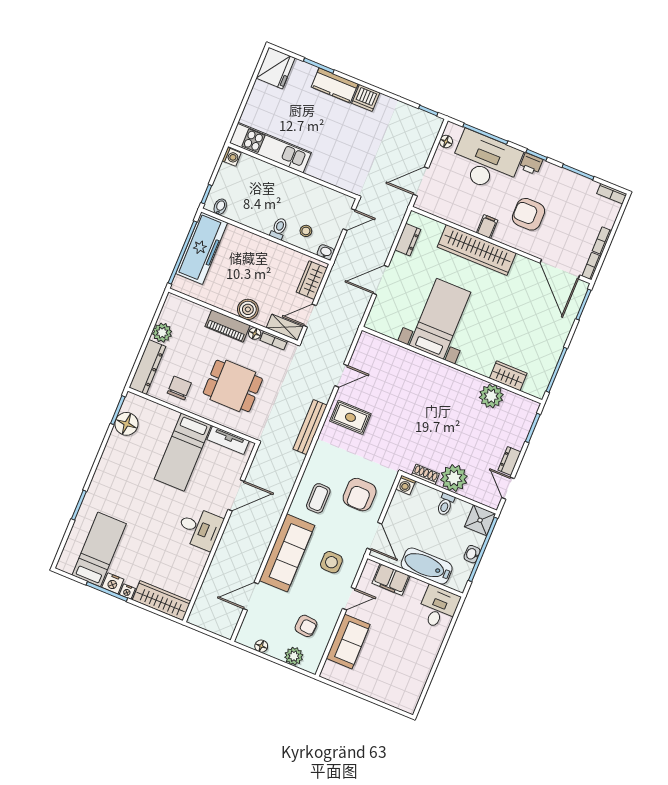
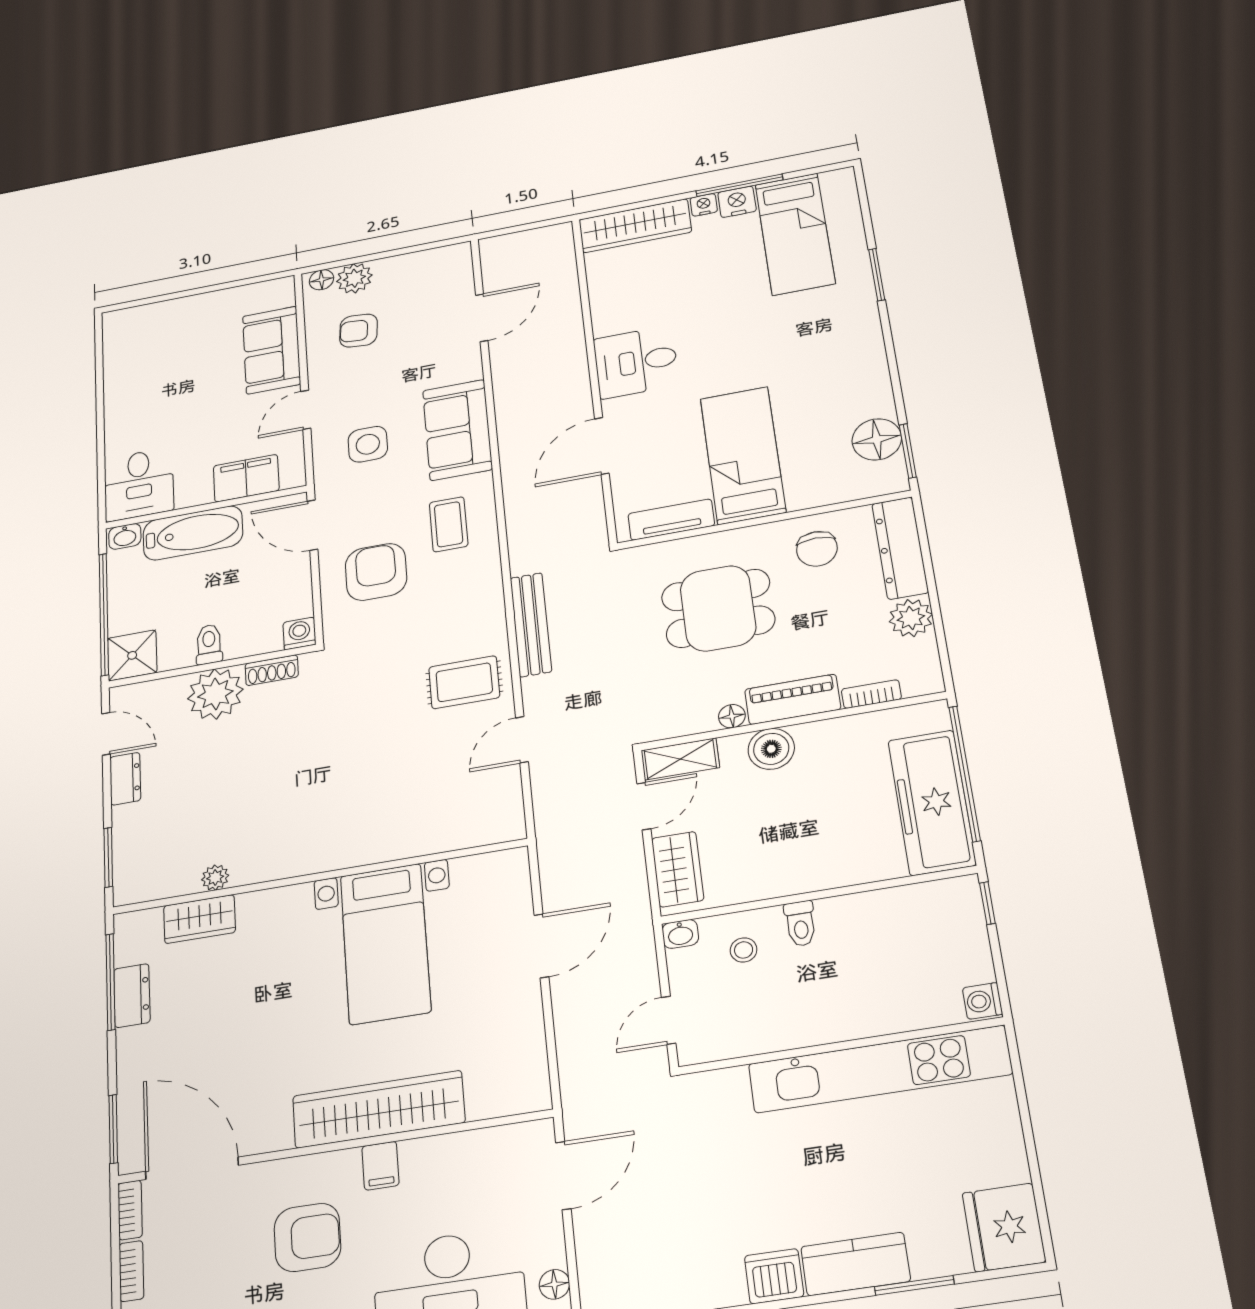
kitchen unit: (270, 148) -> (880, 1069), width x1.36
bidet: (220, 207) -> (944, 896), removed
dresser: (408, 240) -> (132, 996), moved, turned 180
bookcase: (274, 340) -> (871, 694), moved
plant: (491, 396) -> (215, 878), width x0.53, depth x0.53
sofa: (287, 553) -> (457, 430), width x0.73
washbasin: (472, 554) -> (125, 536), moved, turned 90
floor lamp: (261, 646) -> (321, 280), moved

